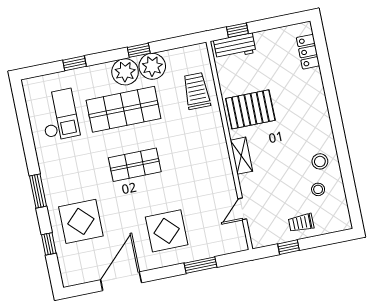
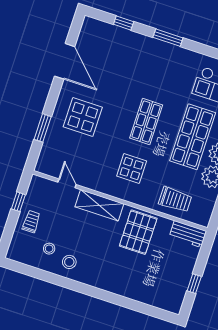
window: (237, 30) -> (194, 284), moved
workbench: (235, 46) -> (188, 234), moved, turned -90
locker: (308, 52) -> (157, 300), removed
shelving: (241, 156) -> (99, 205), width x1.50, depth x1.33
display table: (81, 221) -> (132, 168), moved, width x0.73, depth x0.73

